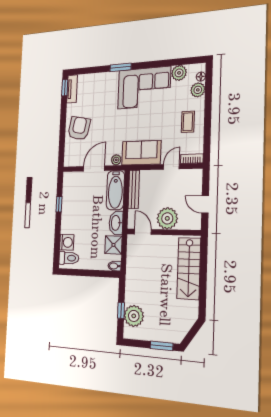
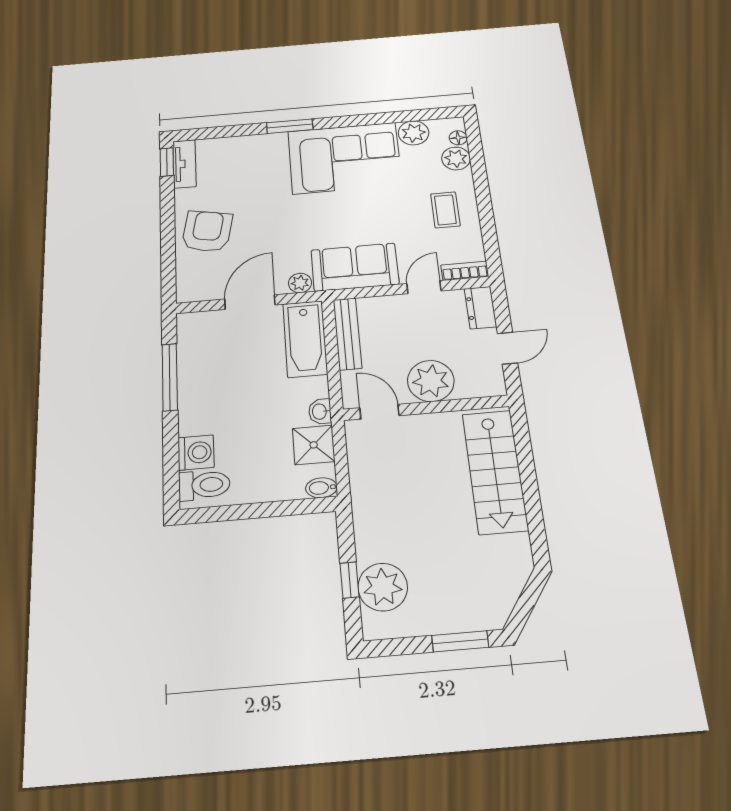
dresser: (196, 180) -> (480, 308), added
window: (59, 204) -> (170, 377), width x2.17
door: (205, 204) -> (507, 348), swing flipped
washbasin: (116, 223) -> (320, 412), width x0.52, depth x0.69

